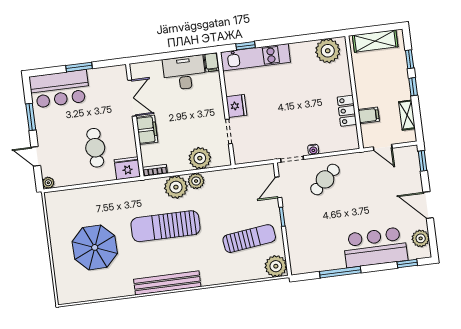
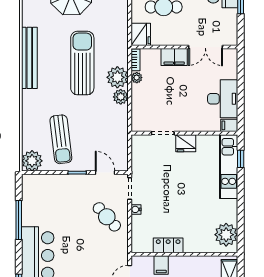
plant: (200, 158) -> (137, 78), moved, width x0.53, depth x0.53

